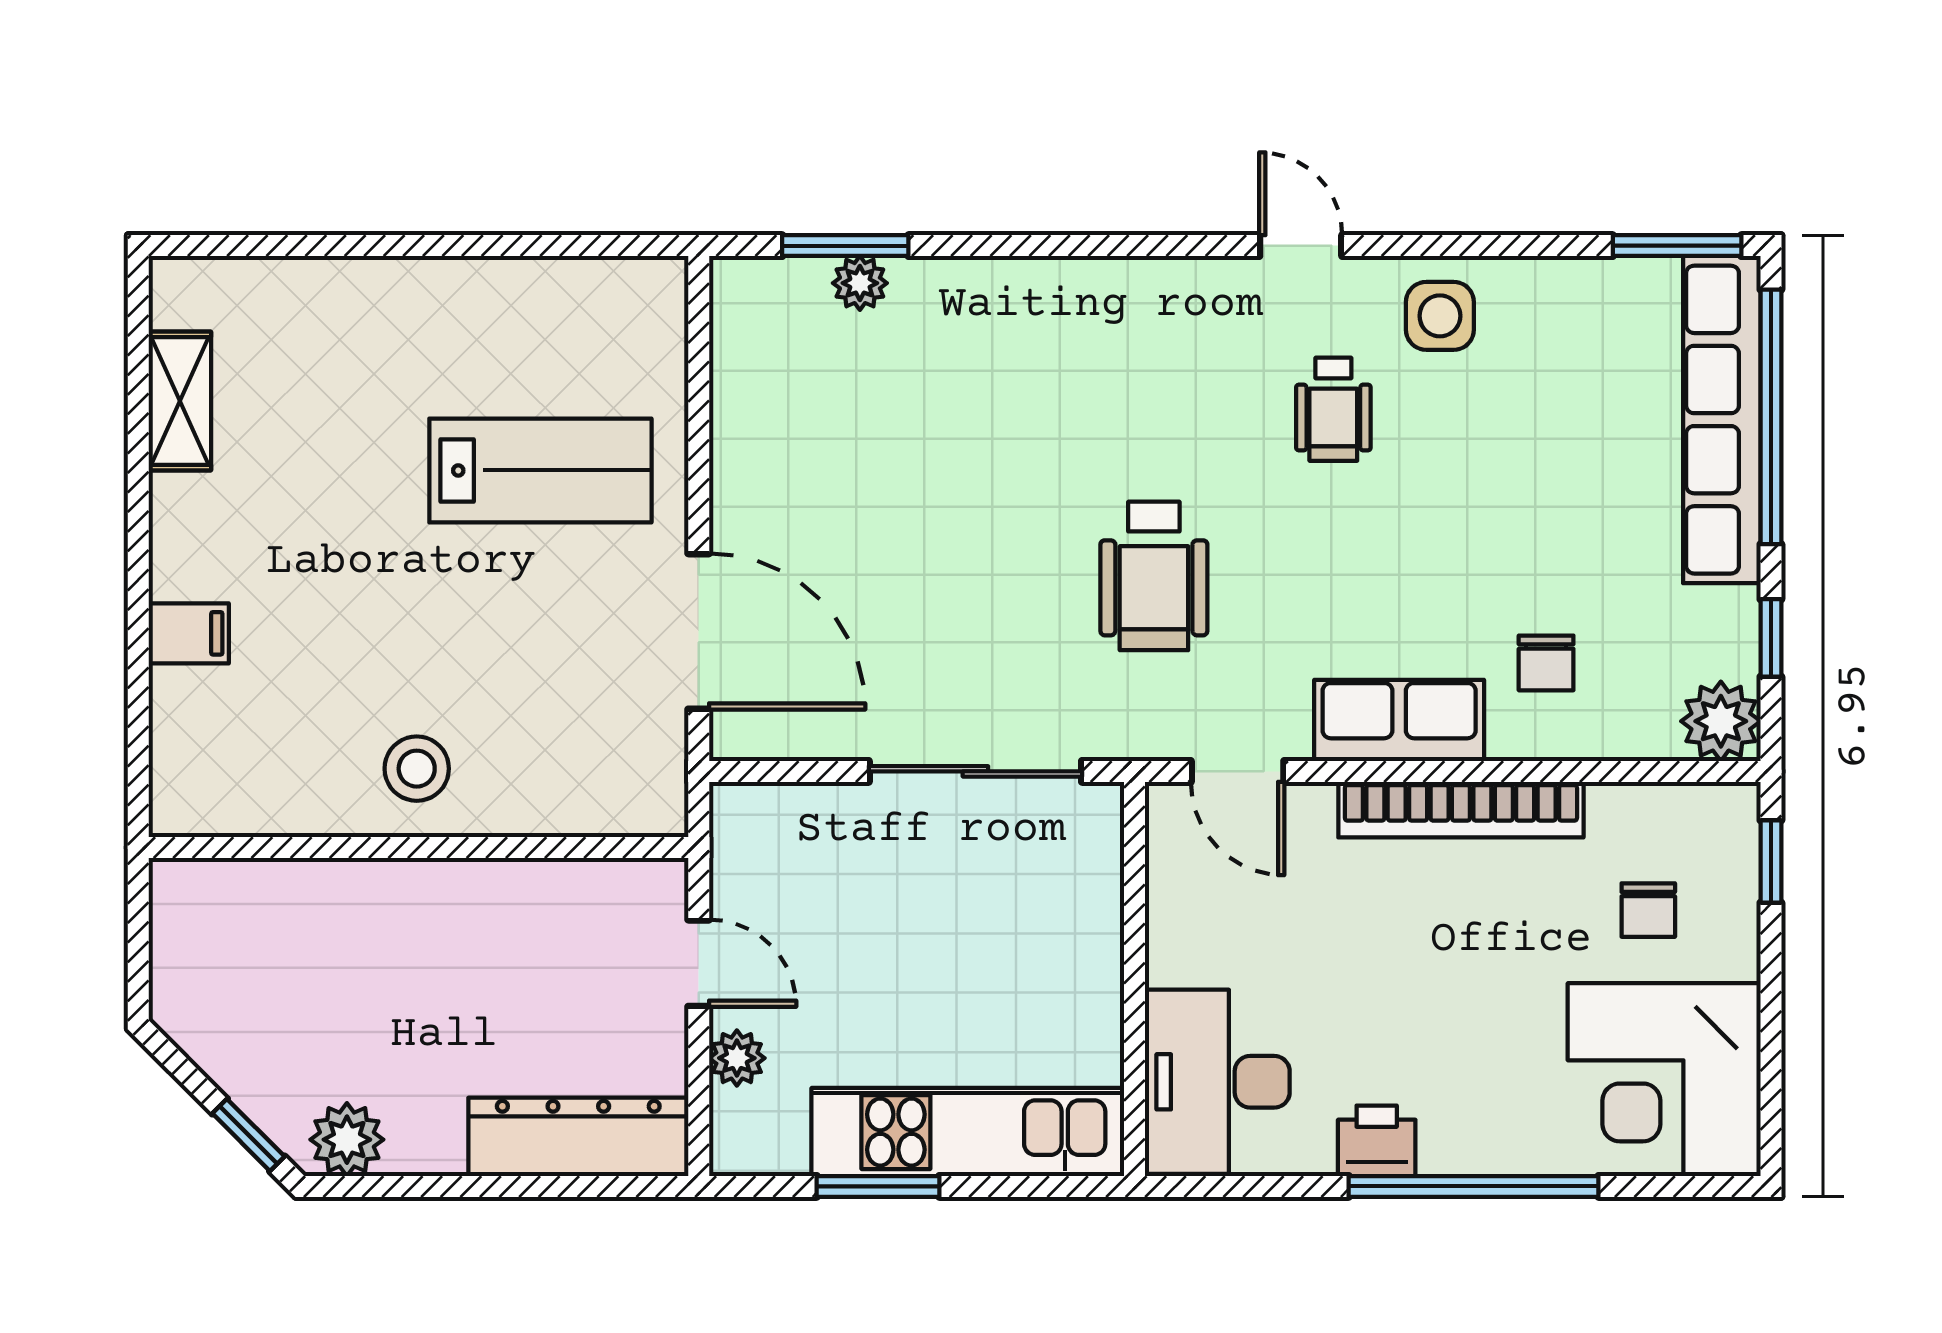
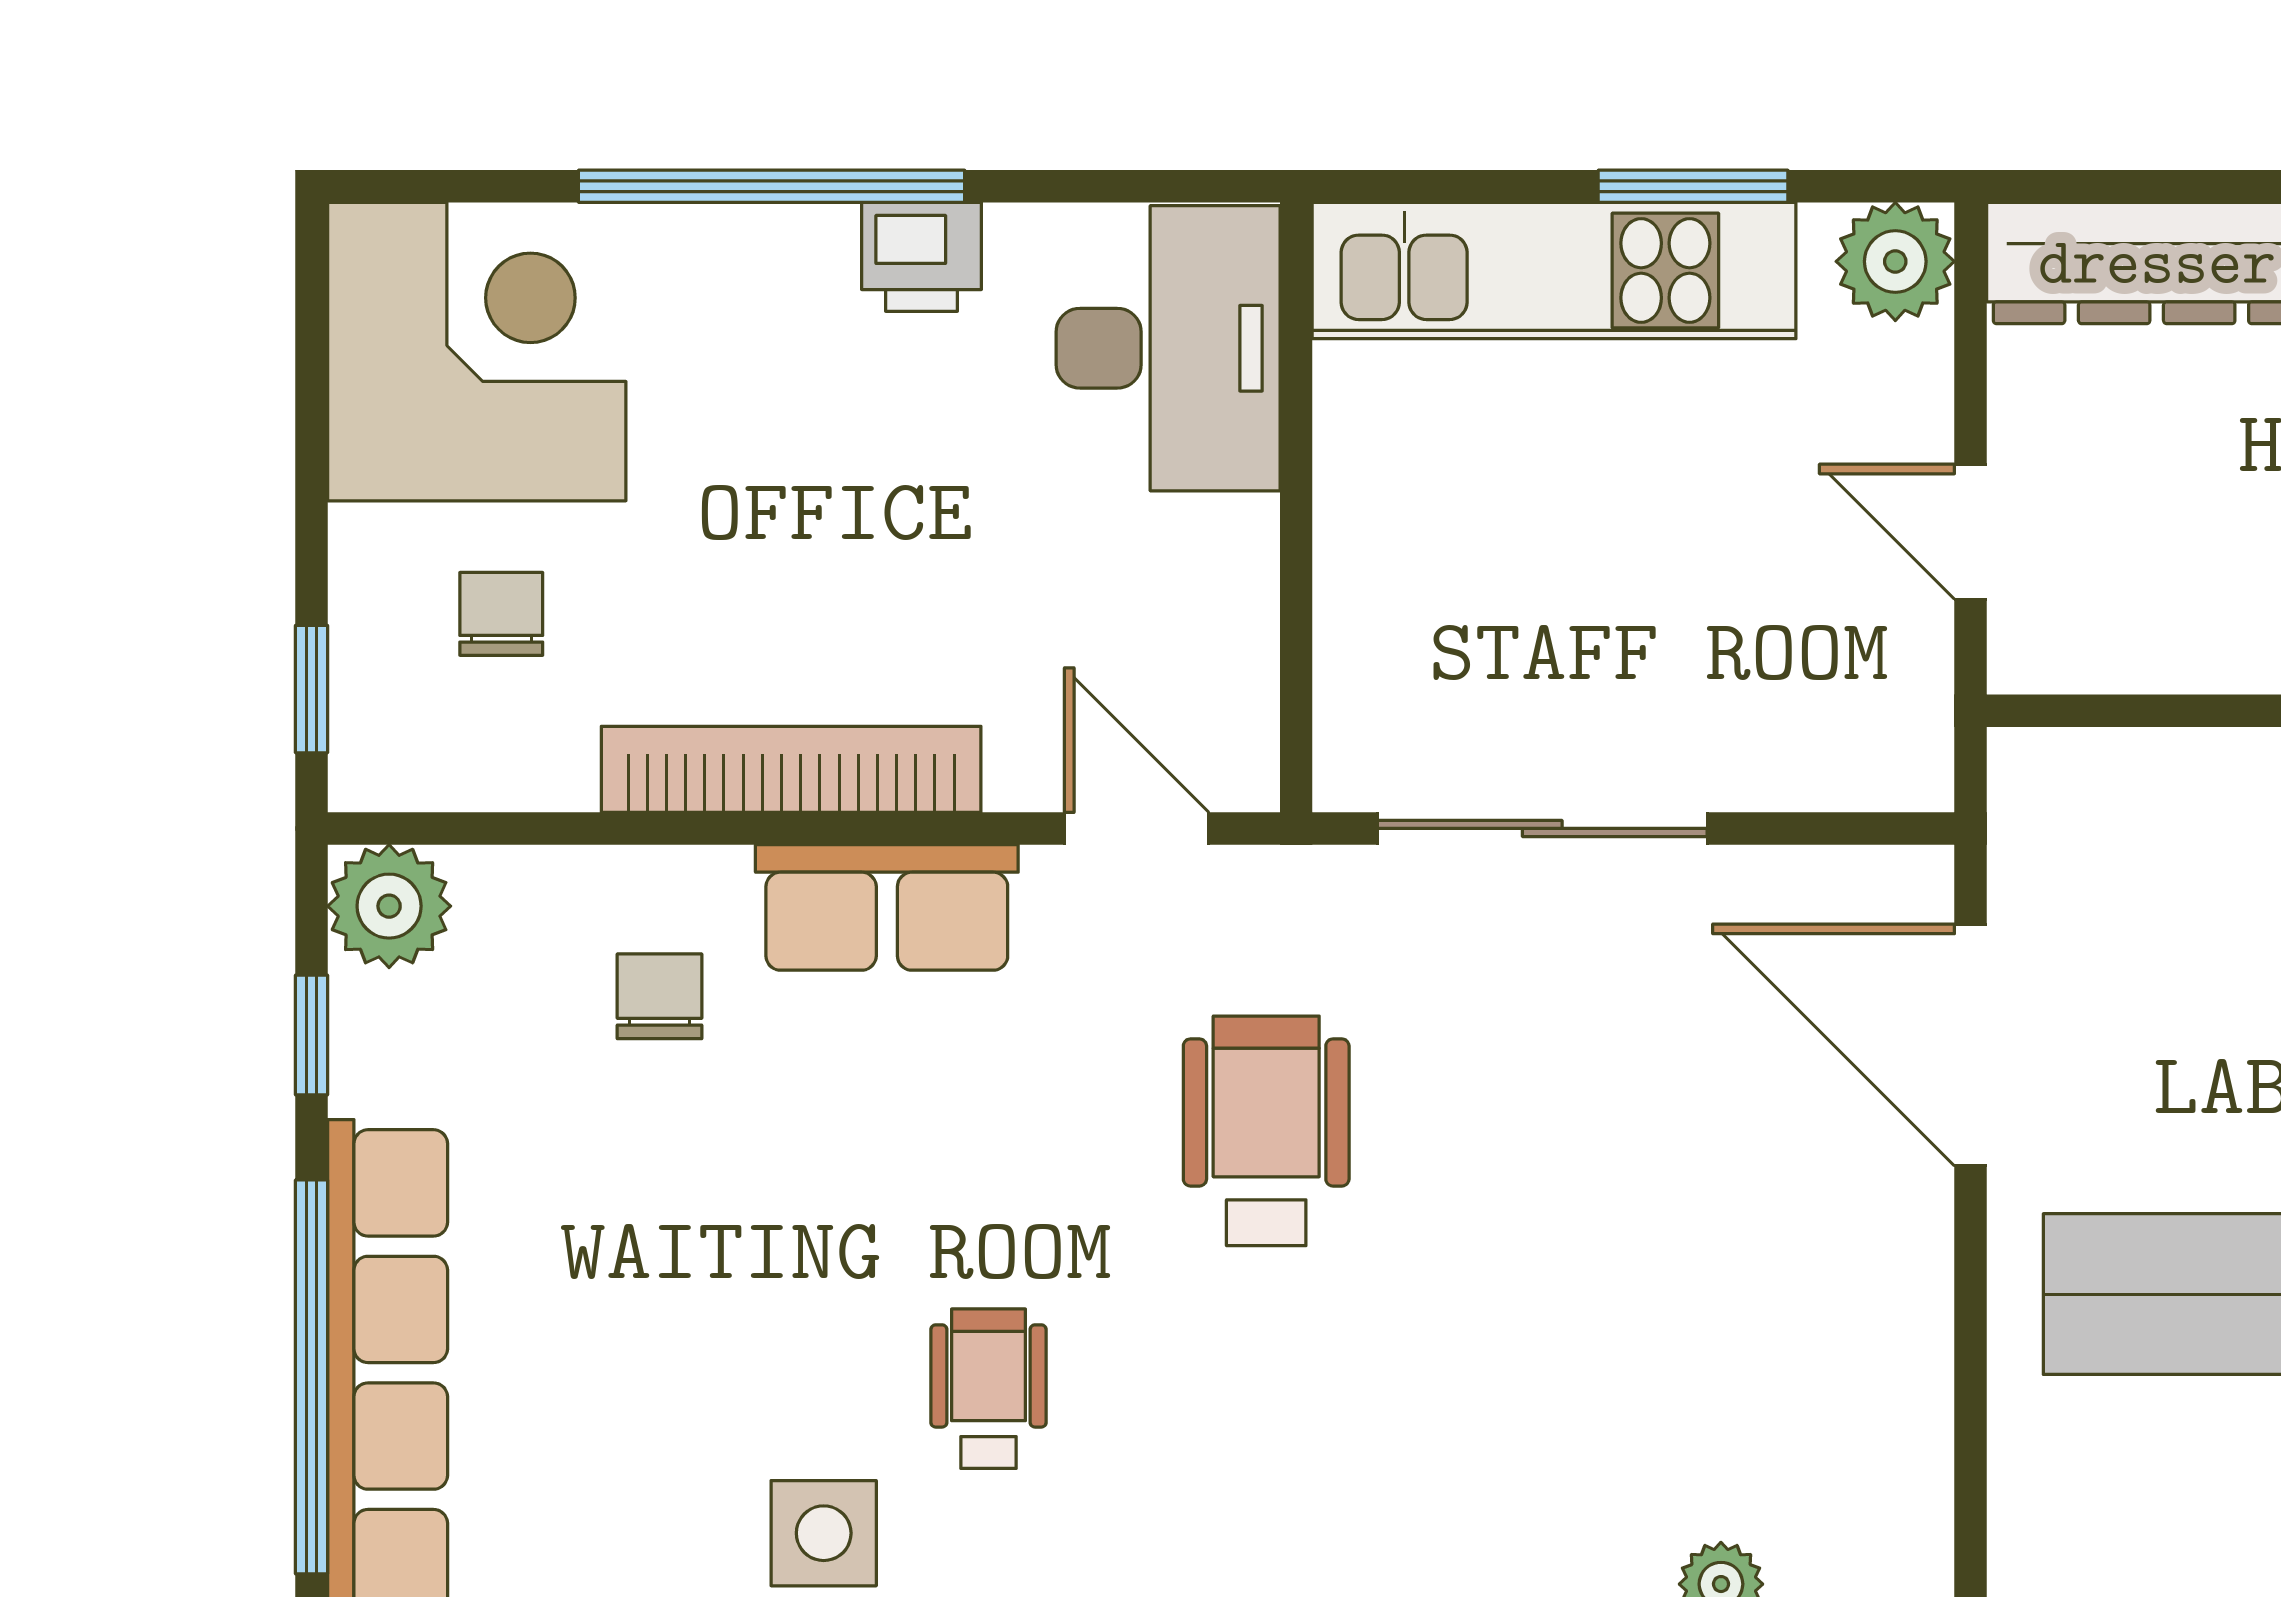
plant: (737, 1058) -> (1895, 261), moved, width x1.38, depth x1.38

